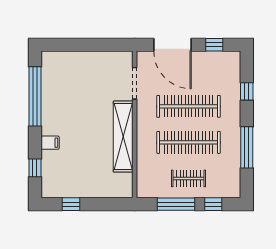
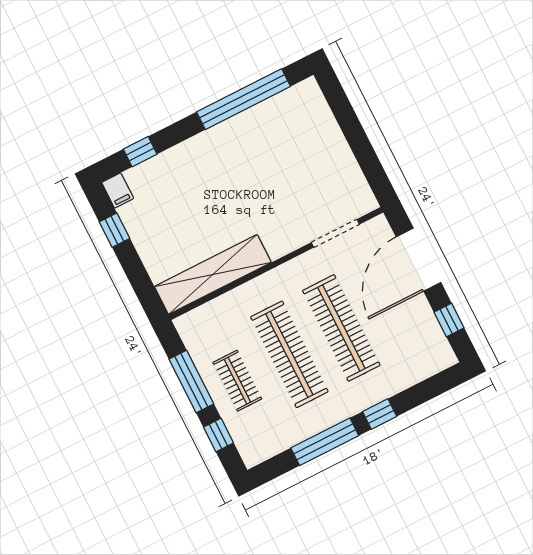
window: (247, 91) -> (380, 414), moved
shelving: (123, 137) -> (213, 274), moved
filing cabinet: (50, 143) -> (118, 190), moved

